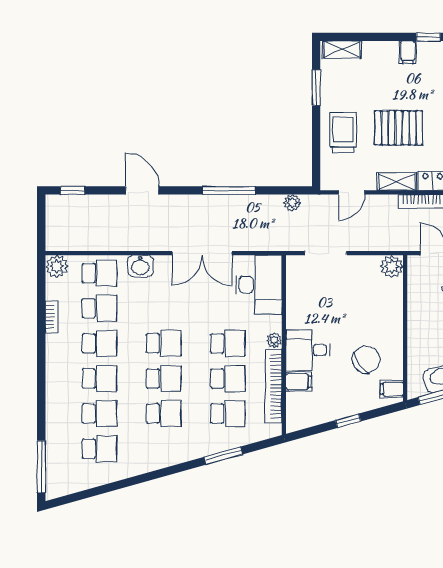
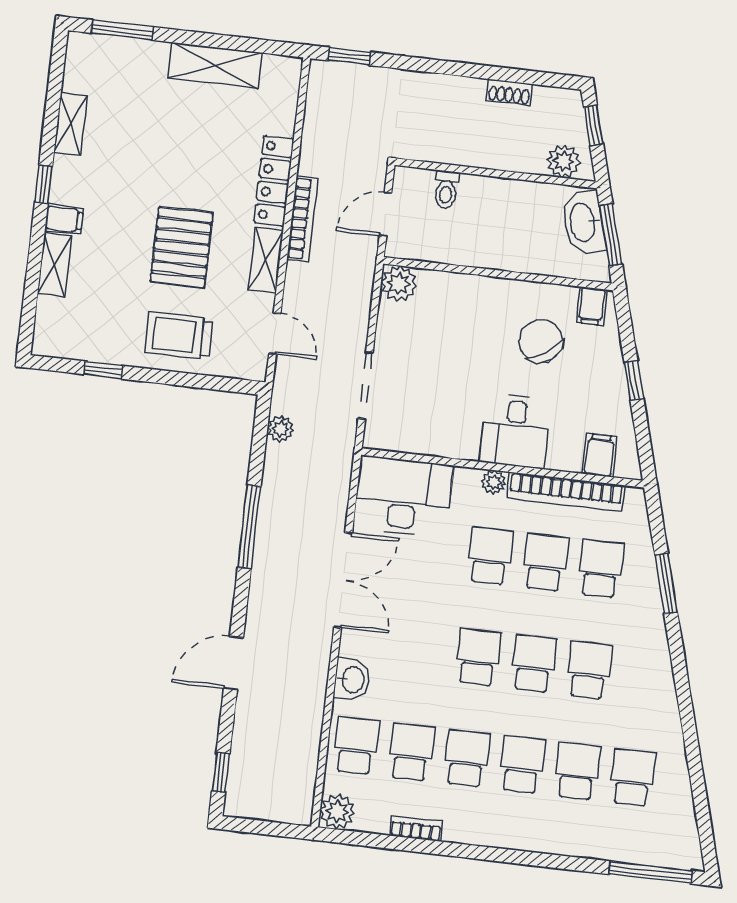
shelving: (342, 50) -> (55, 265), moved
window: (316, 88) -> (103, 370), width x0.67
filing cabinet: (299, 382) -> (600, 455), moved

